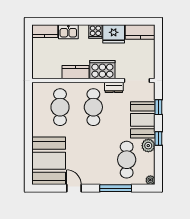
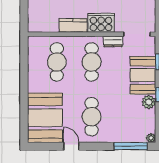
cafe table: (127, 160) -> (92, 117), moved
window: (116, 188) -> (131, 146), moved

